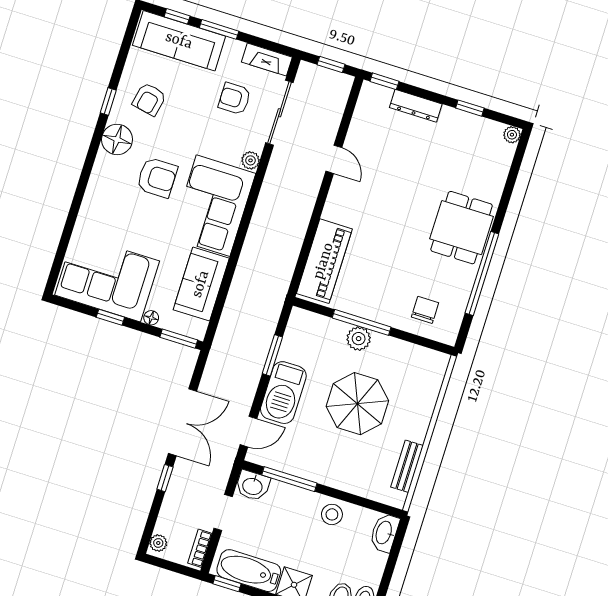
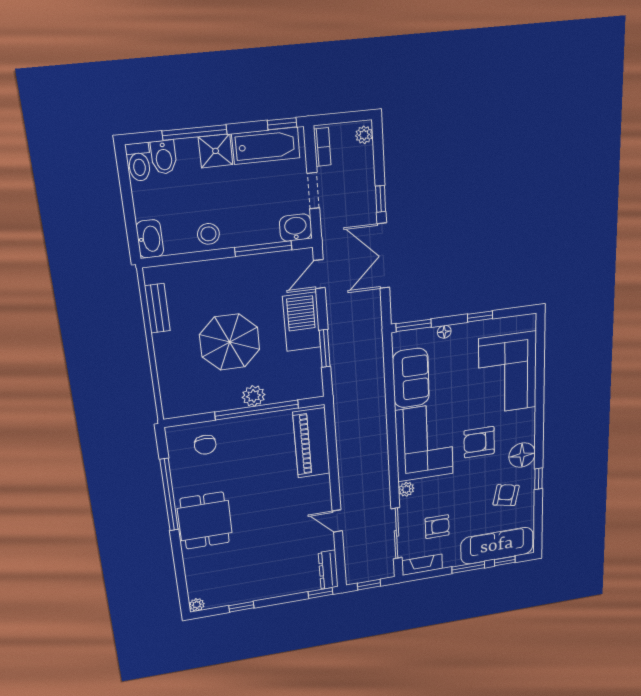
dresser: (416, 106) -> (328, 570), moved, turned -90
corner sofa: (107, 278) -> (508, 373), moved, turned 90
window: (362, 322) -> (257, 410), width x1.46

